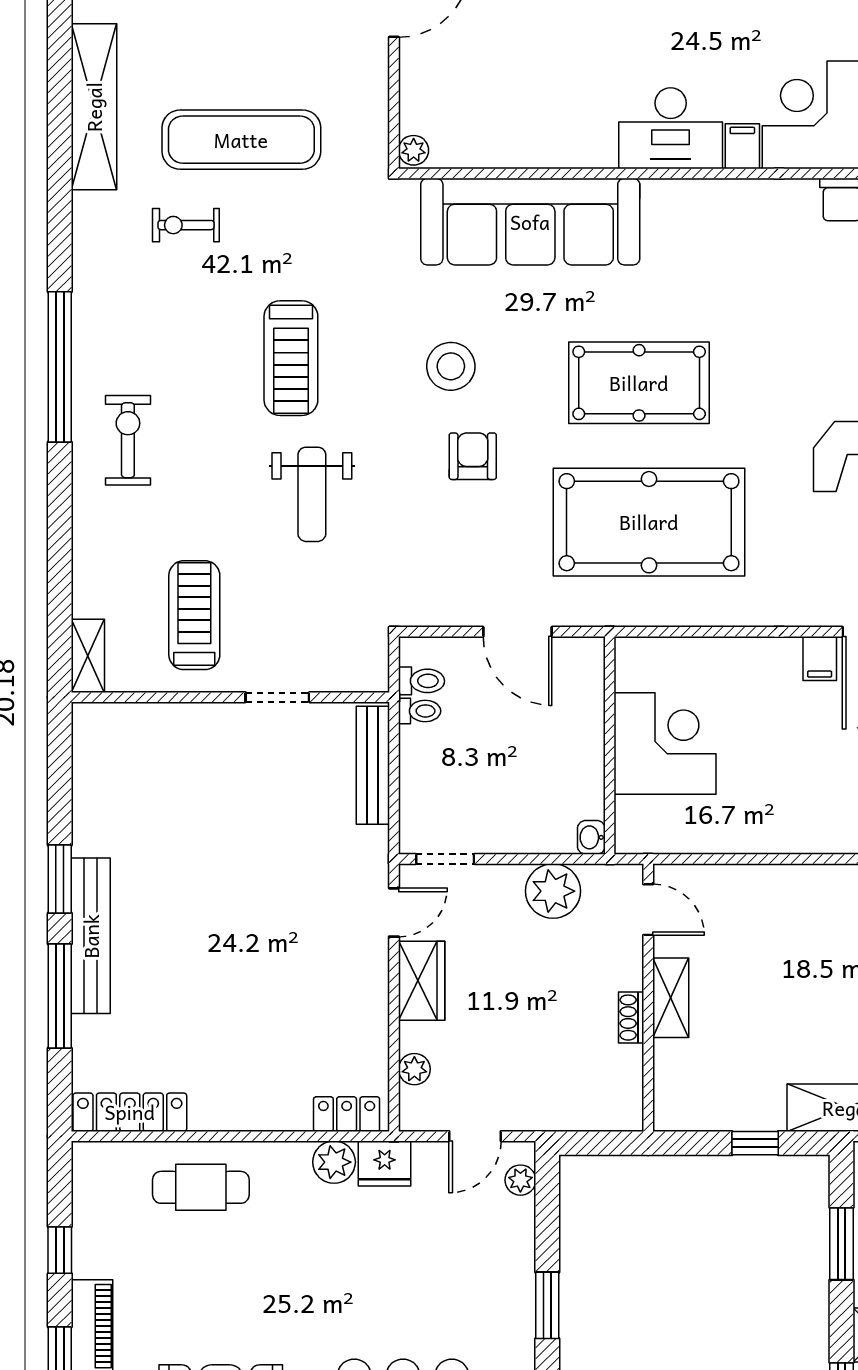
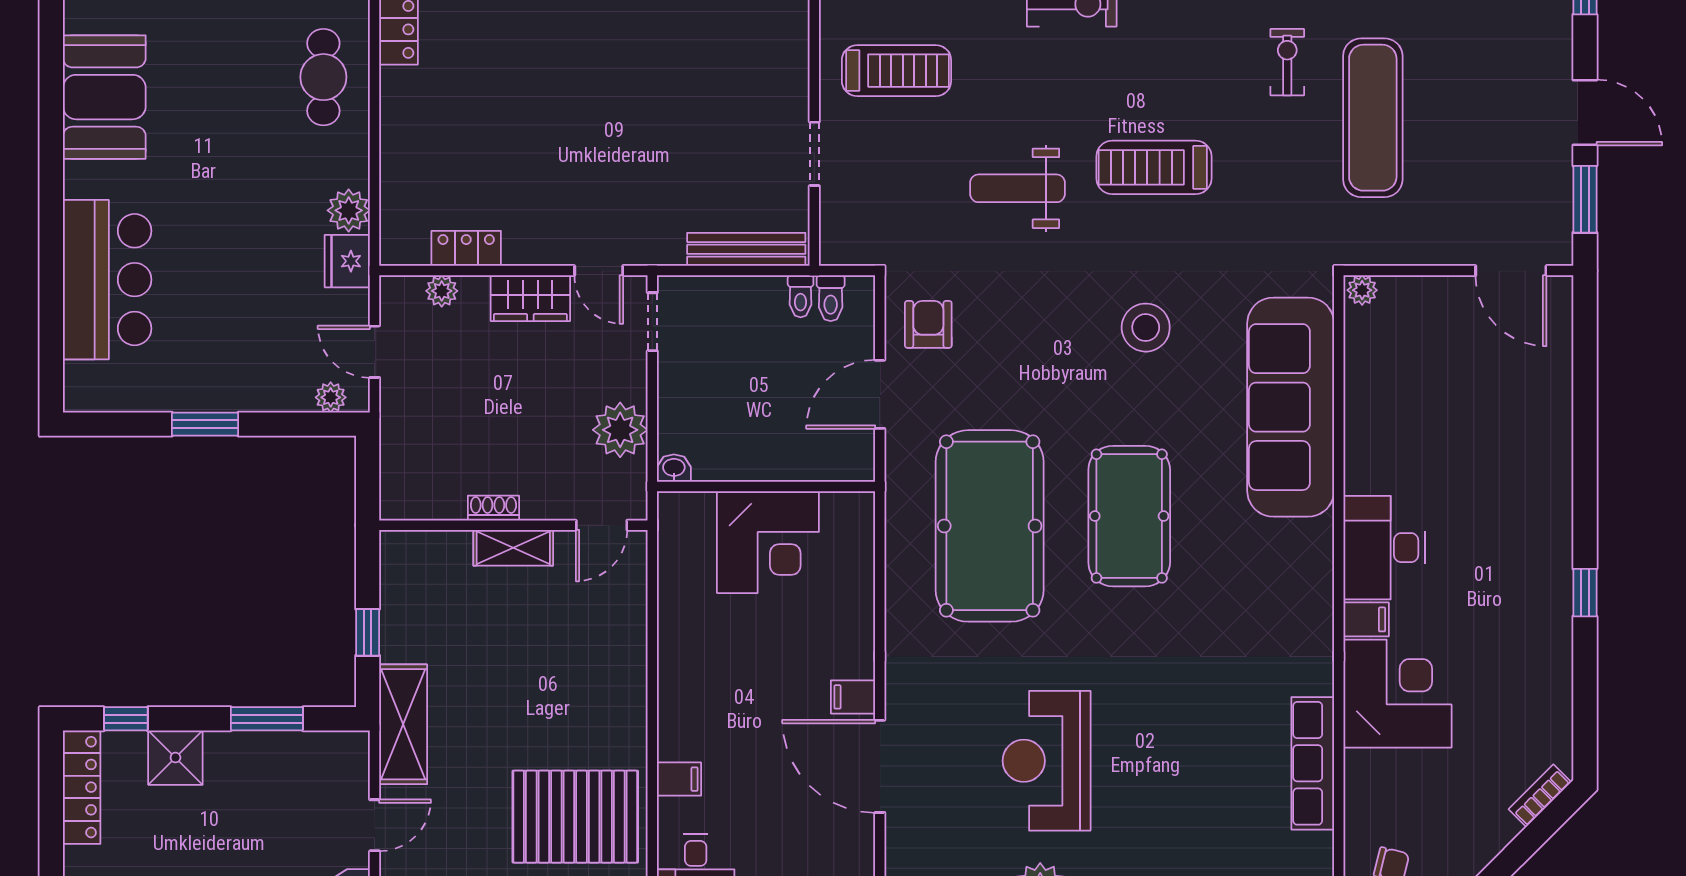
armchair: (473, 456) -> (928, 324), moved, turned -90
locker: (347, 1114) -> (466, 248), moved, turned -90

